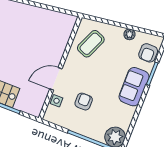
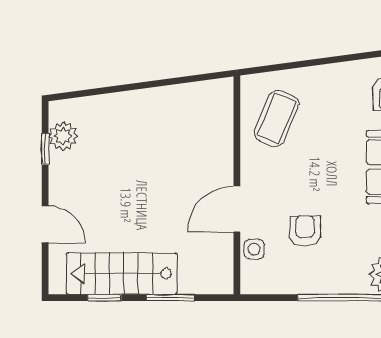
plant: (129, 34) -> (342, 73), removed

